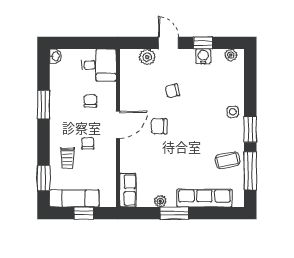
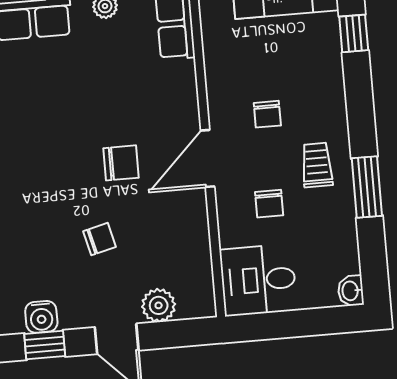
trolley: (67, 158) -> (317, 165), moved
window: (43, 178) -> (354, 33), width x0.67

